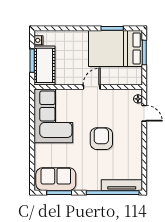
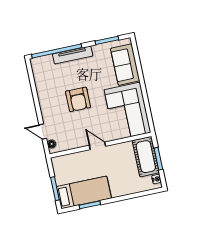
bed: (115, 48) -> (84, 192), width x0.67
door: (92, 87) -> (97, 146), swing flipped
sofa: (56, 179) -> (125, 65), moved, turned 90
tv unit: (122, 185) -> (73, 55), moved

